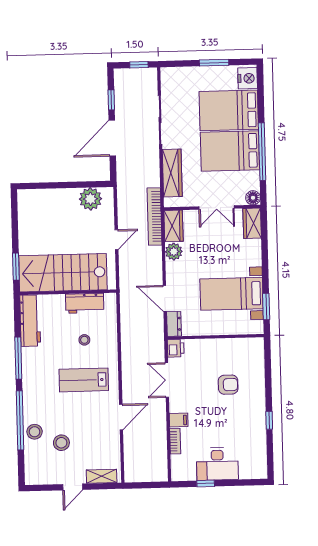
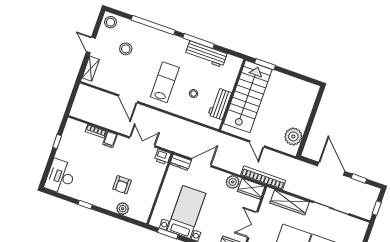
workbench: (30, 321) -> (206, 54), moved
plant: (257, 373) -> (123, 209), added
stool: (35, 432) -> (110, 22), moved
desk: (217, 464) -> (60, 177), moved

